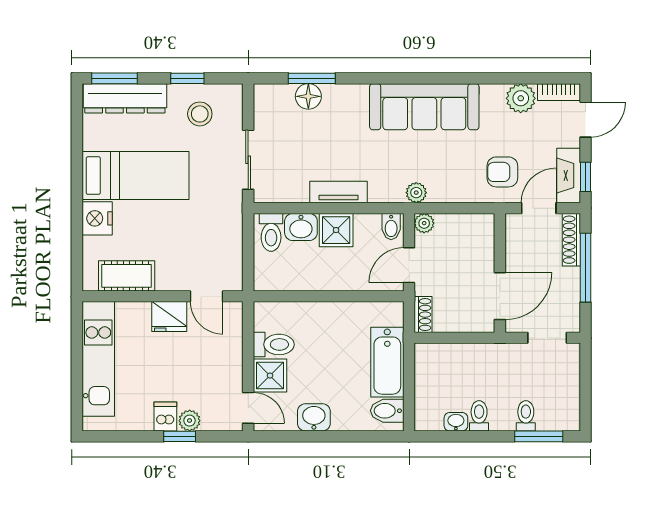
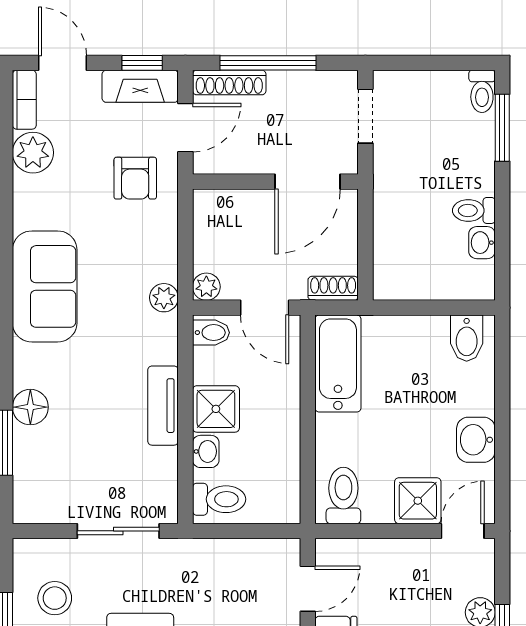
floor lamp: (308, 96) -> (30, 407), moved
sofa: (424, 107) -> (45, 286), width x0.73
door: (539, 208) -> (185, 128), swing flipped
washbasin: (301, 227) -> (206, 451), width x0.72, depth x0.69
door: (500, 296) -> (308, 182), swing flipped
toilet: (274, 344) -> (343, 495), moved
bathtub: (387, 362) -> (338, 364), moved, turned -90
toilet: (526, 416) -> (482, 91), moved, turned -90

